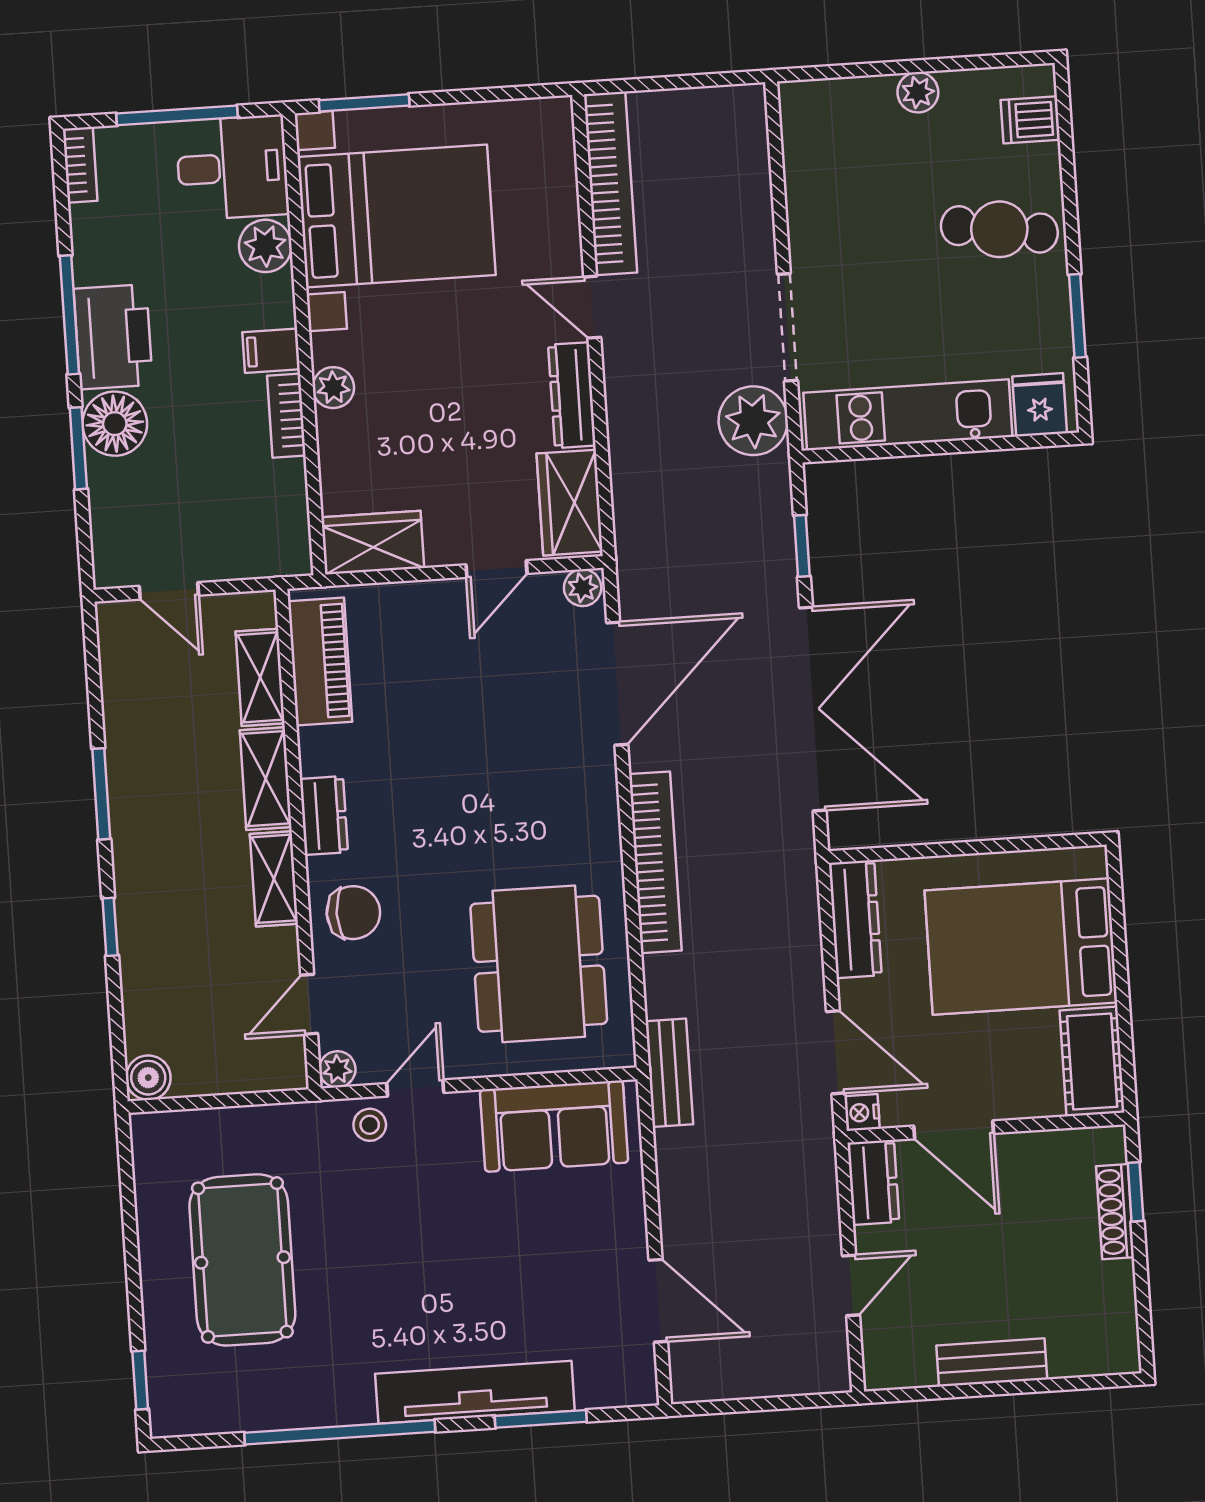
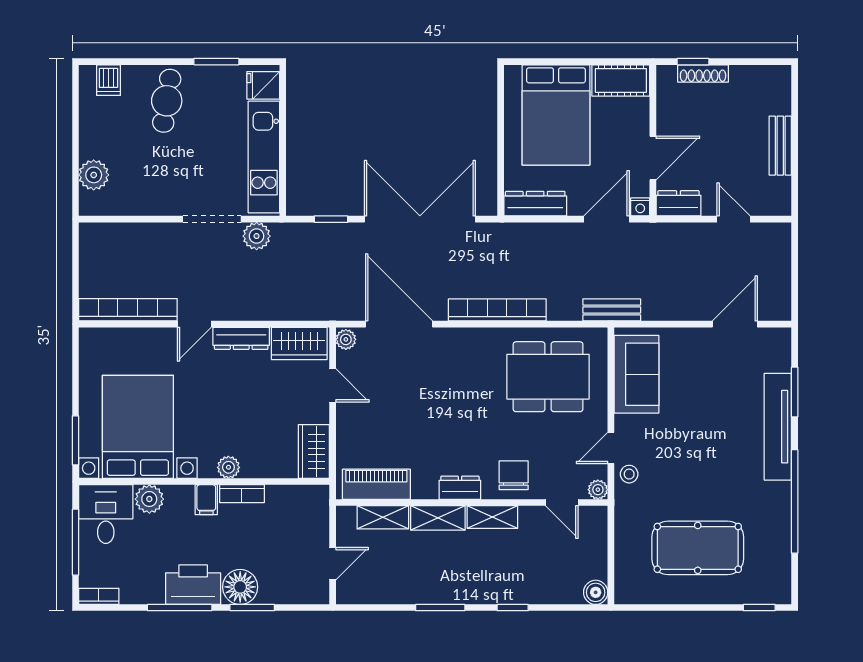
plant: (918, 92) -> (94, 175), moved, width x1.38, depth x1.38
plant: (753, 421) -> (257, 236), width x0.73, depth x0.73
door: (415, 1088) -> (611, 448), hinge flipped

